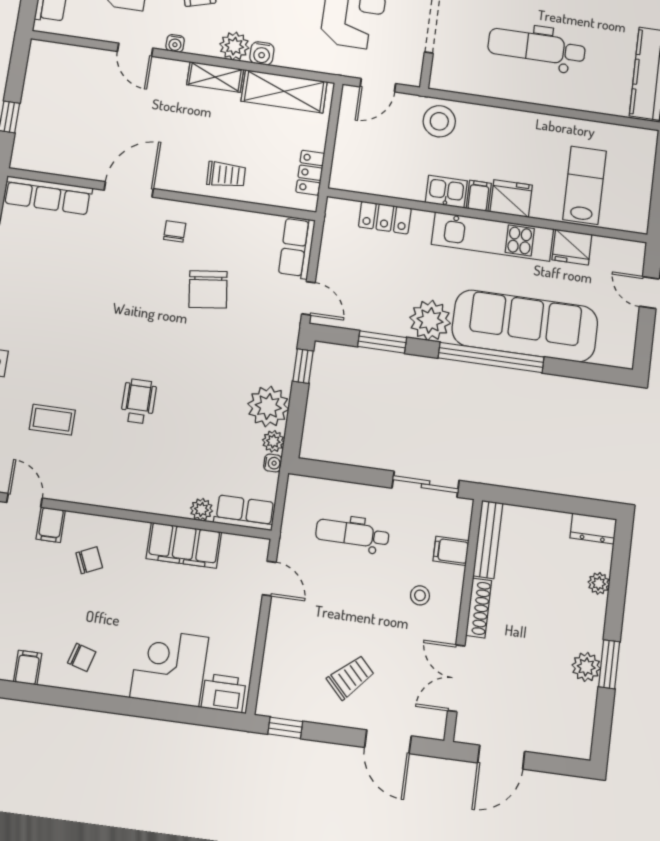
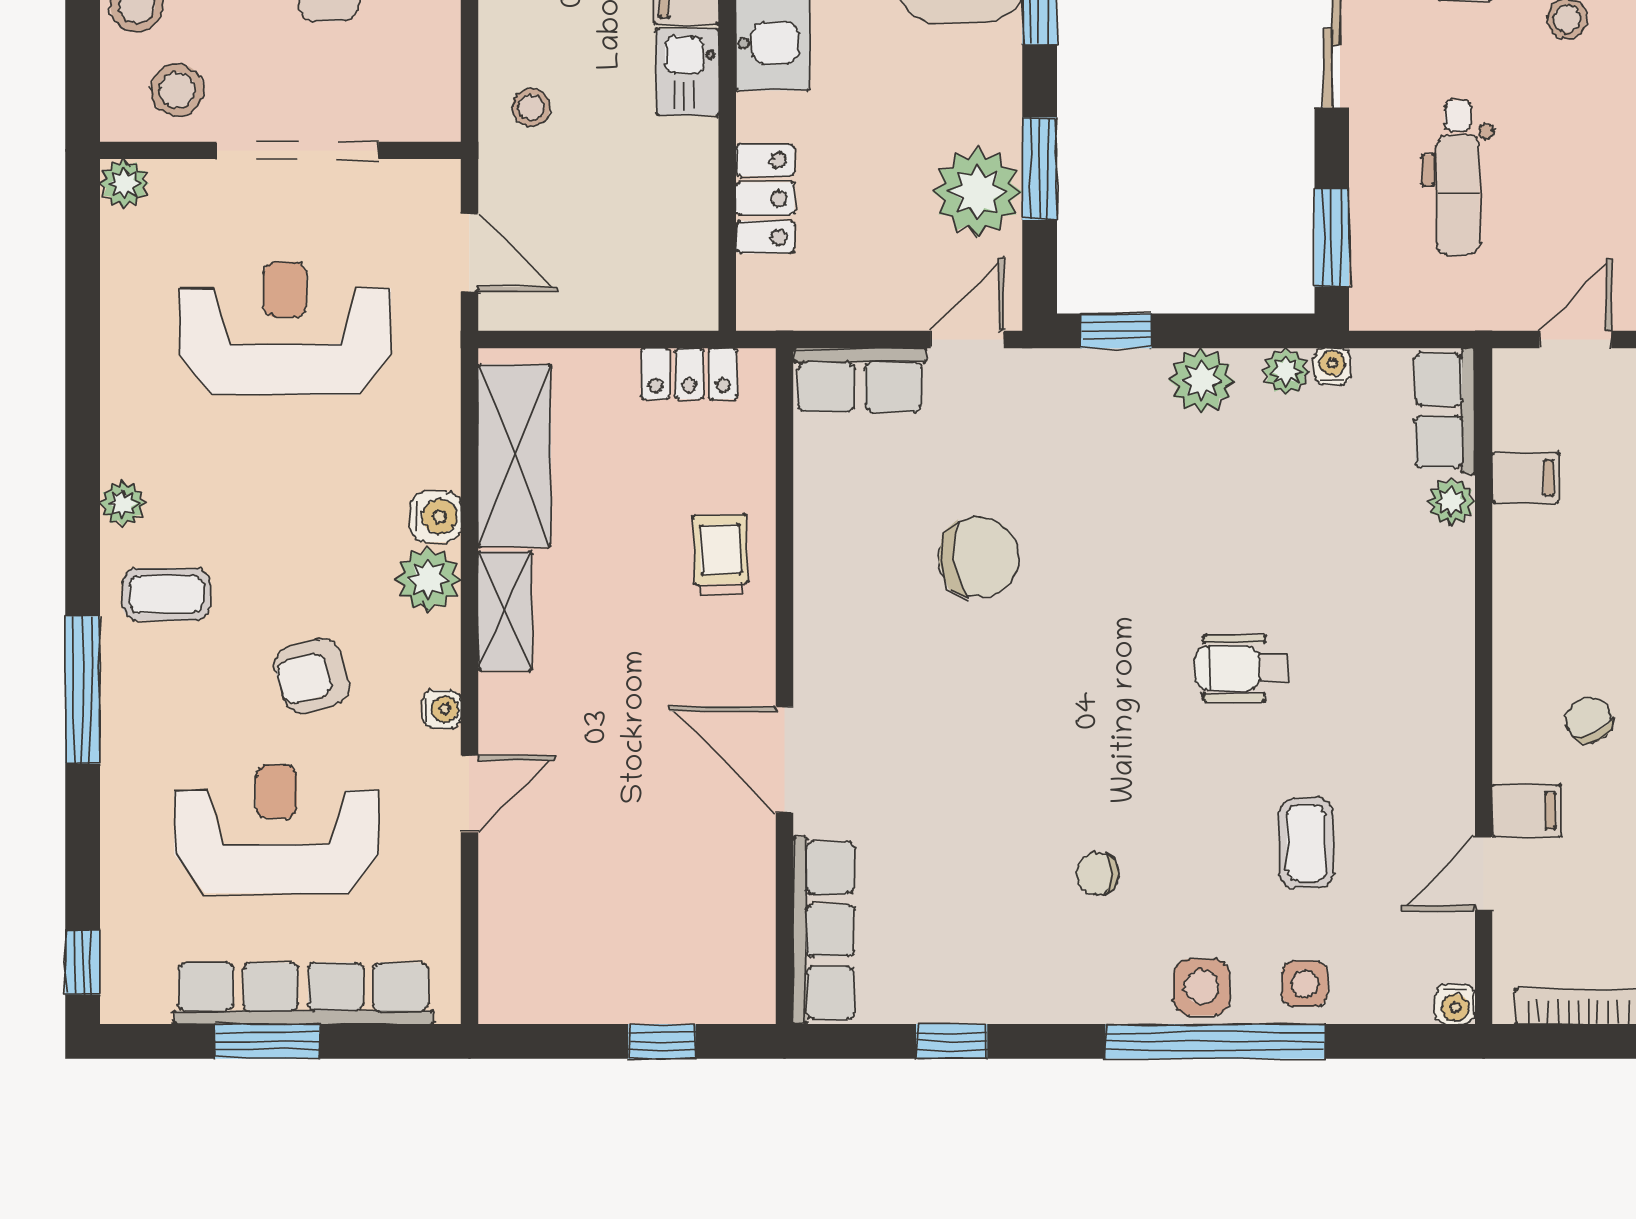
stool: (439, 121) -> (531, 107), width x0.53, depth x0.53
chair: (175, 231) -> (1097, 874), moved
plant: (430, 320) -> (977, 192), moved
plant: (268, 407) -> (1202, 381), width x0.73, depth x0.73
window: (333, 471) -> (1332, 237), added
filing cabinet: (184, 545) -> (1525, 478), width x0.33, depth x0.86

